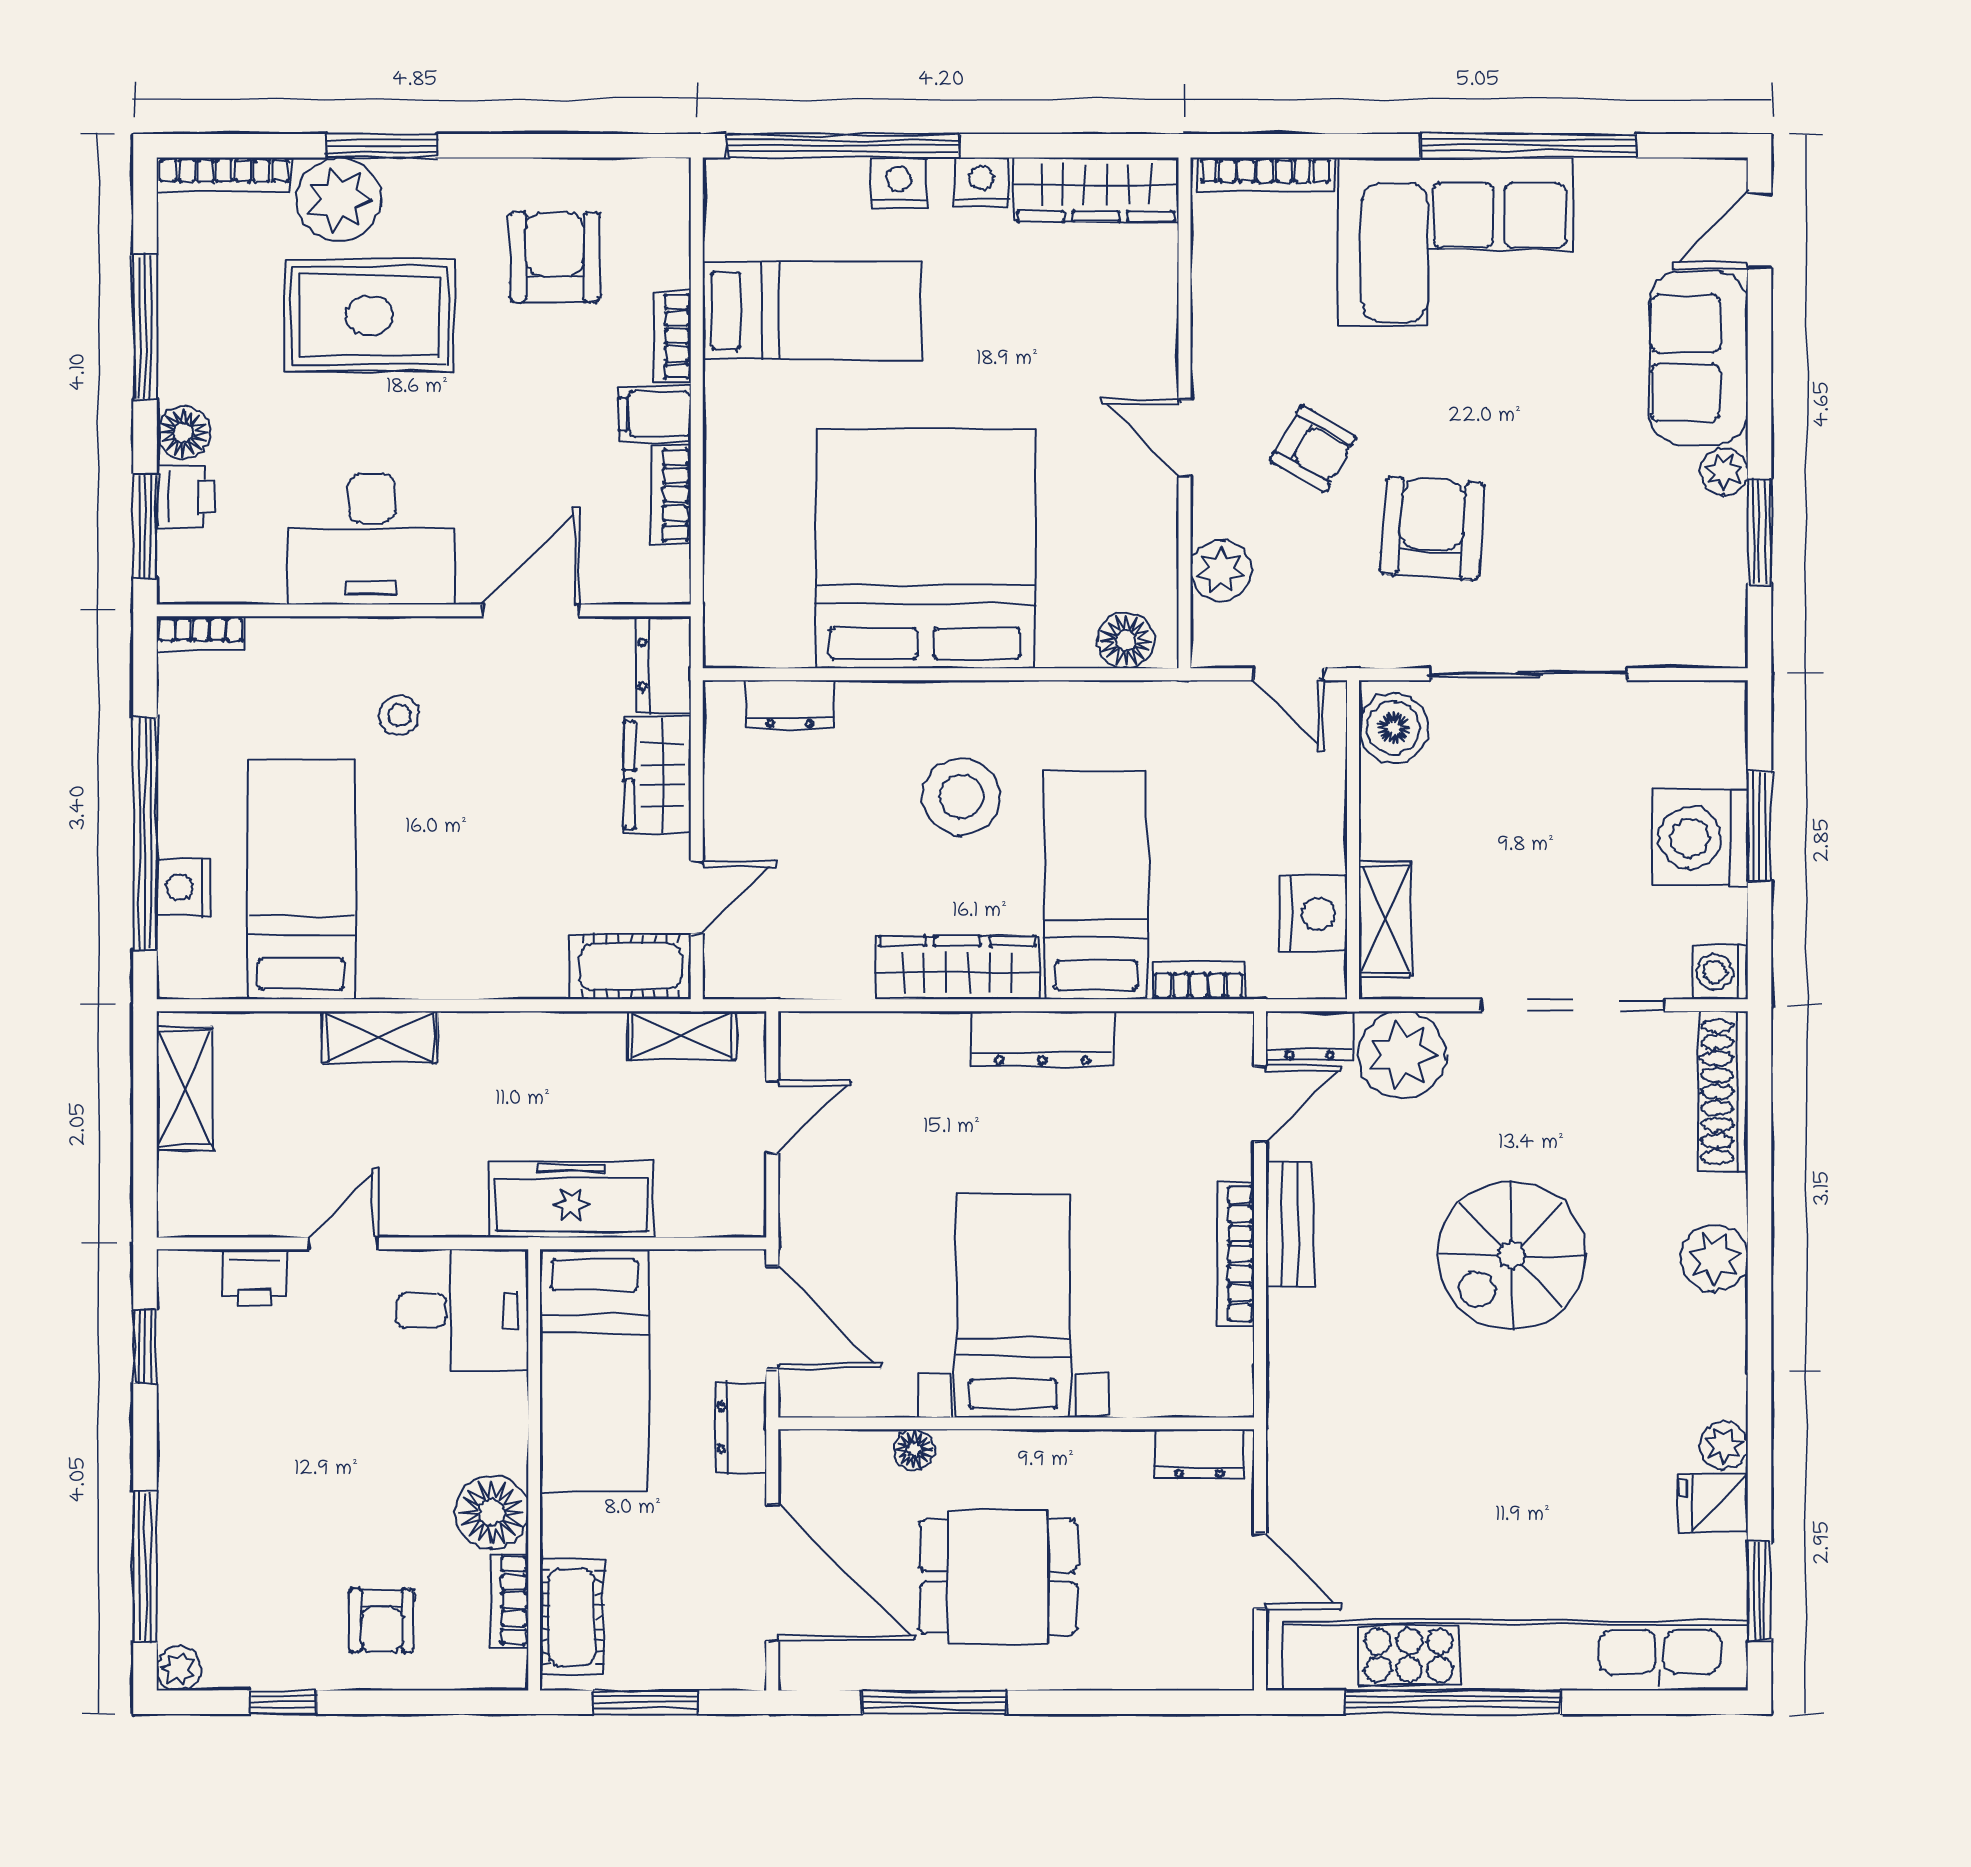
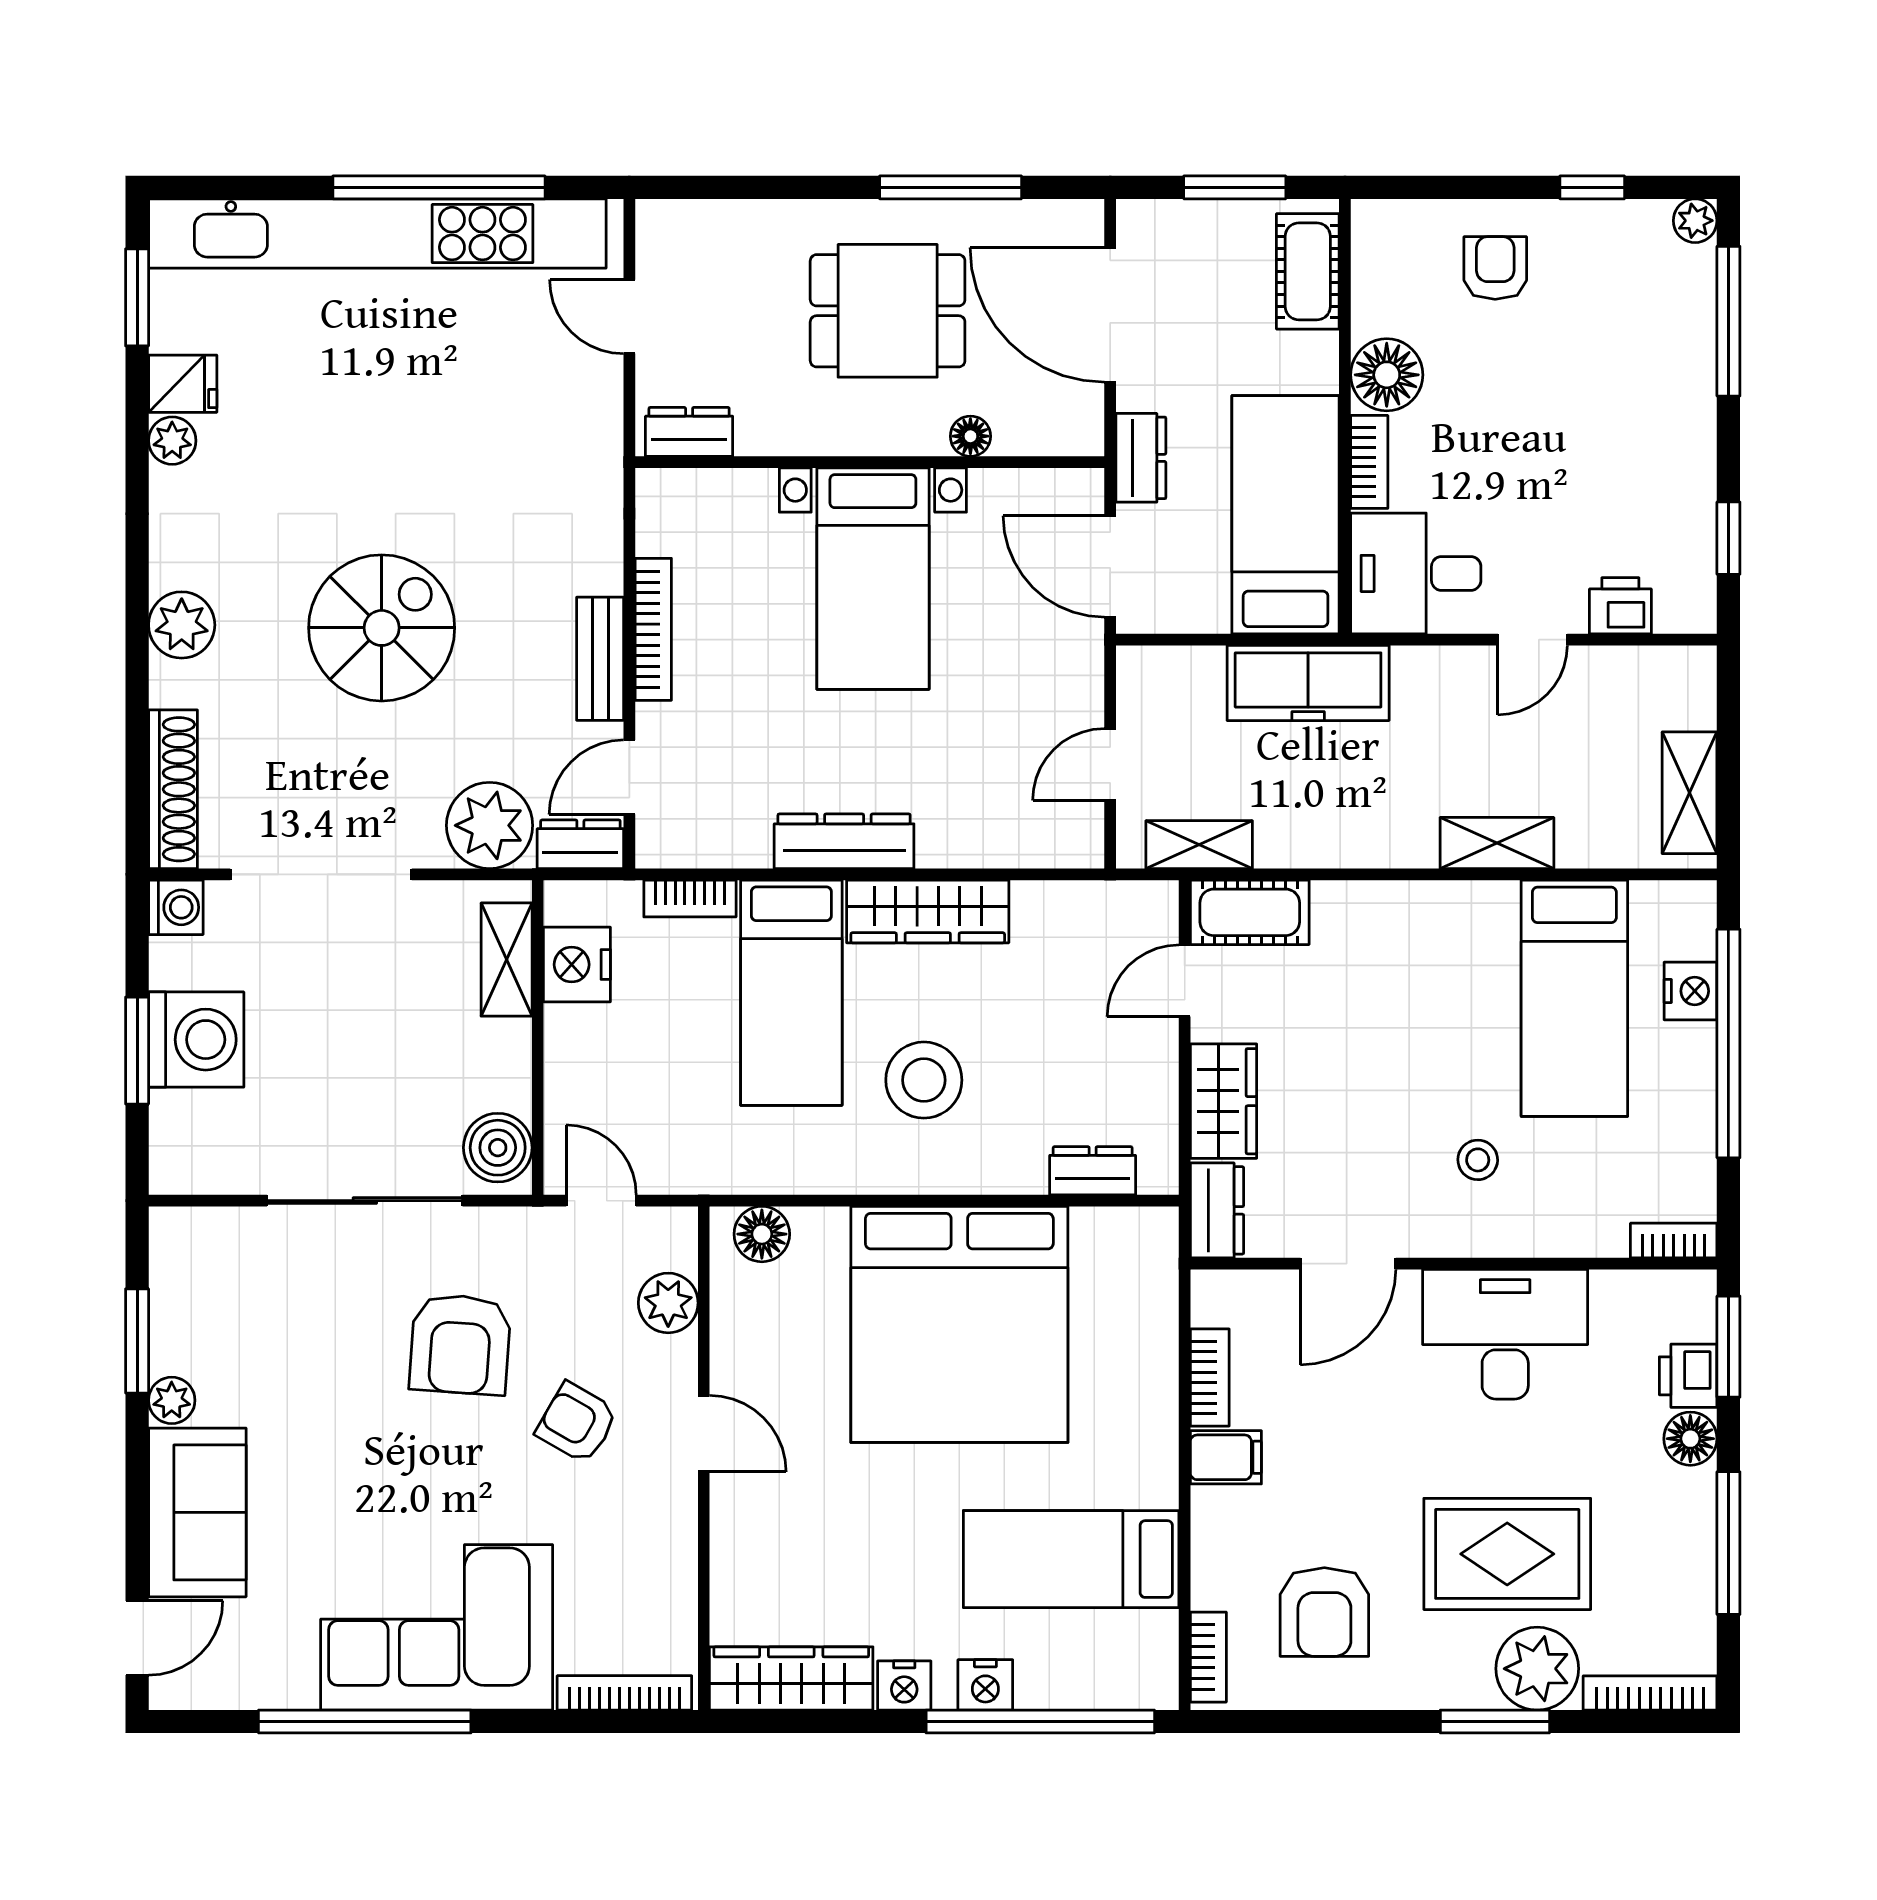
bookcase: (673, 336) -> (1208, 1657), moved
bookcase: (509, 1600) -> (1369, 462), moved

